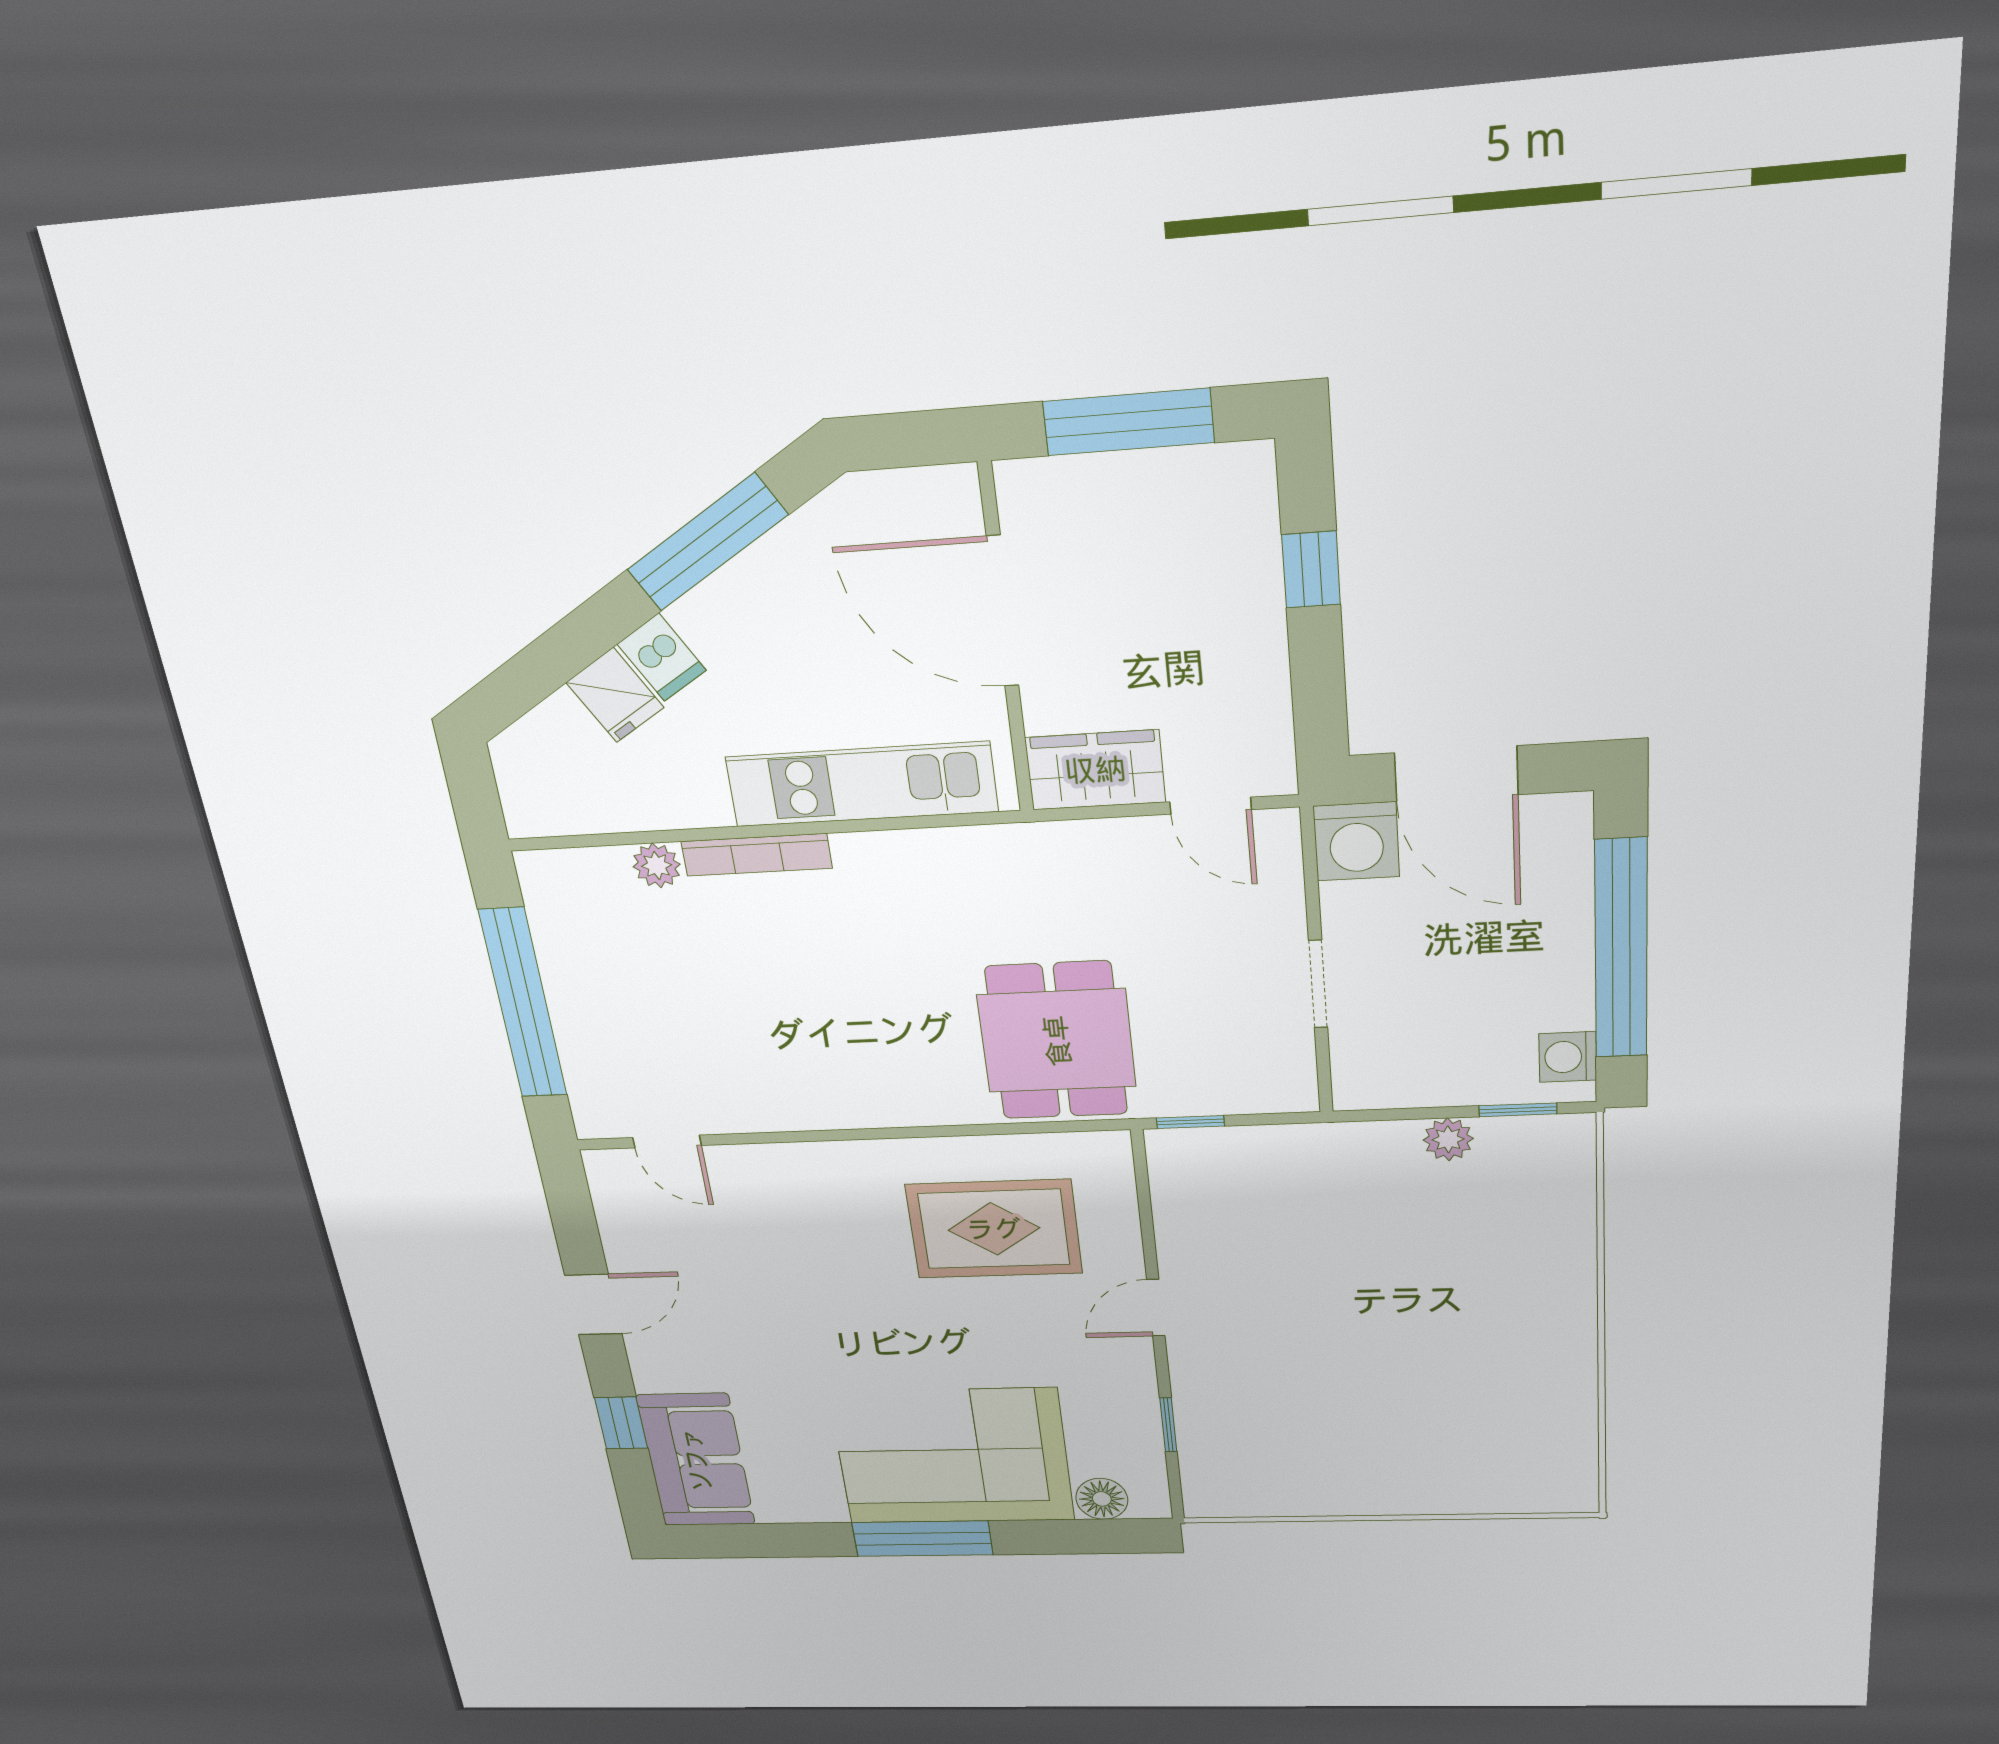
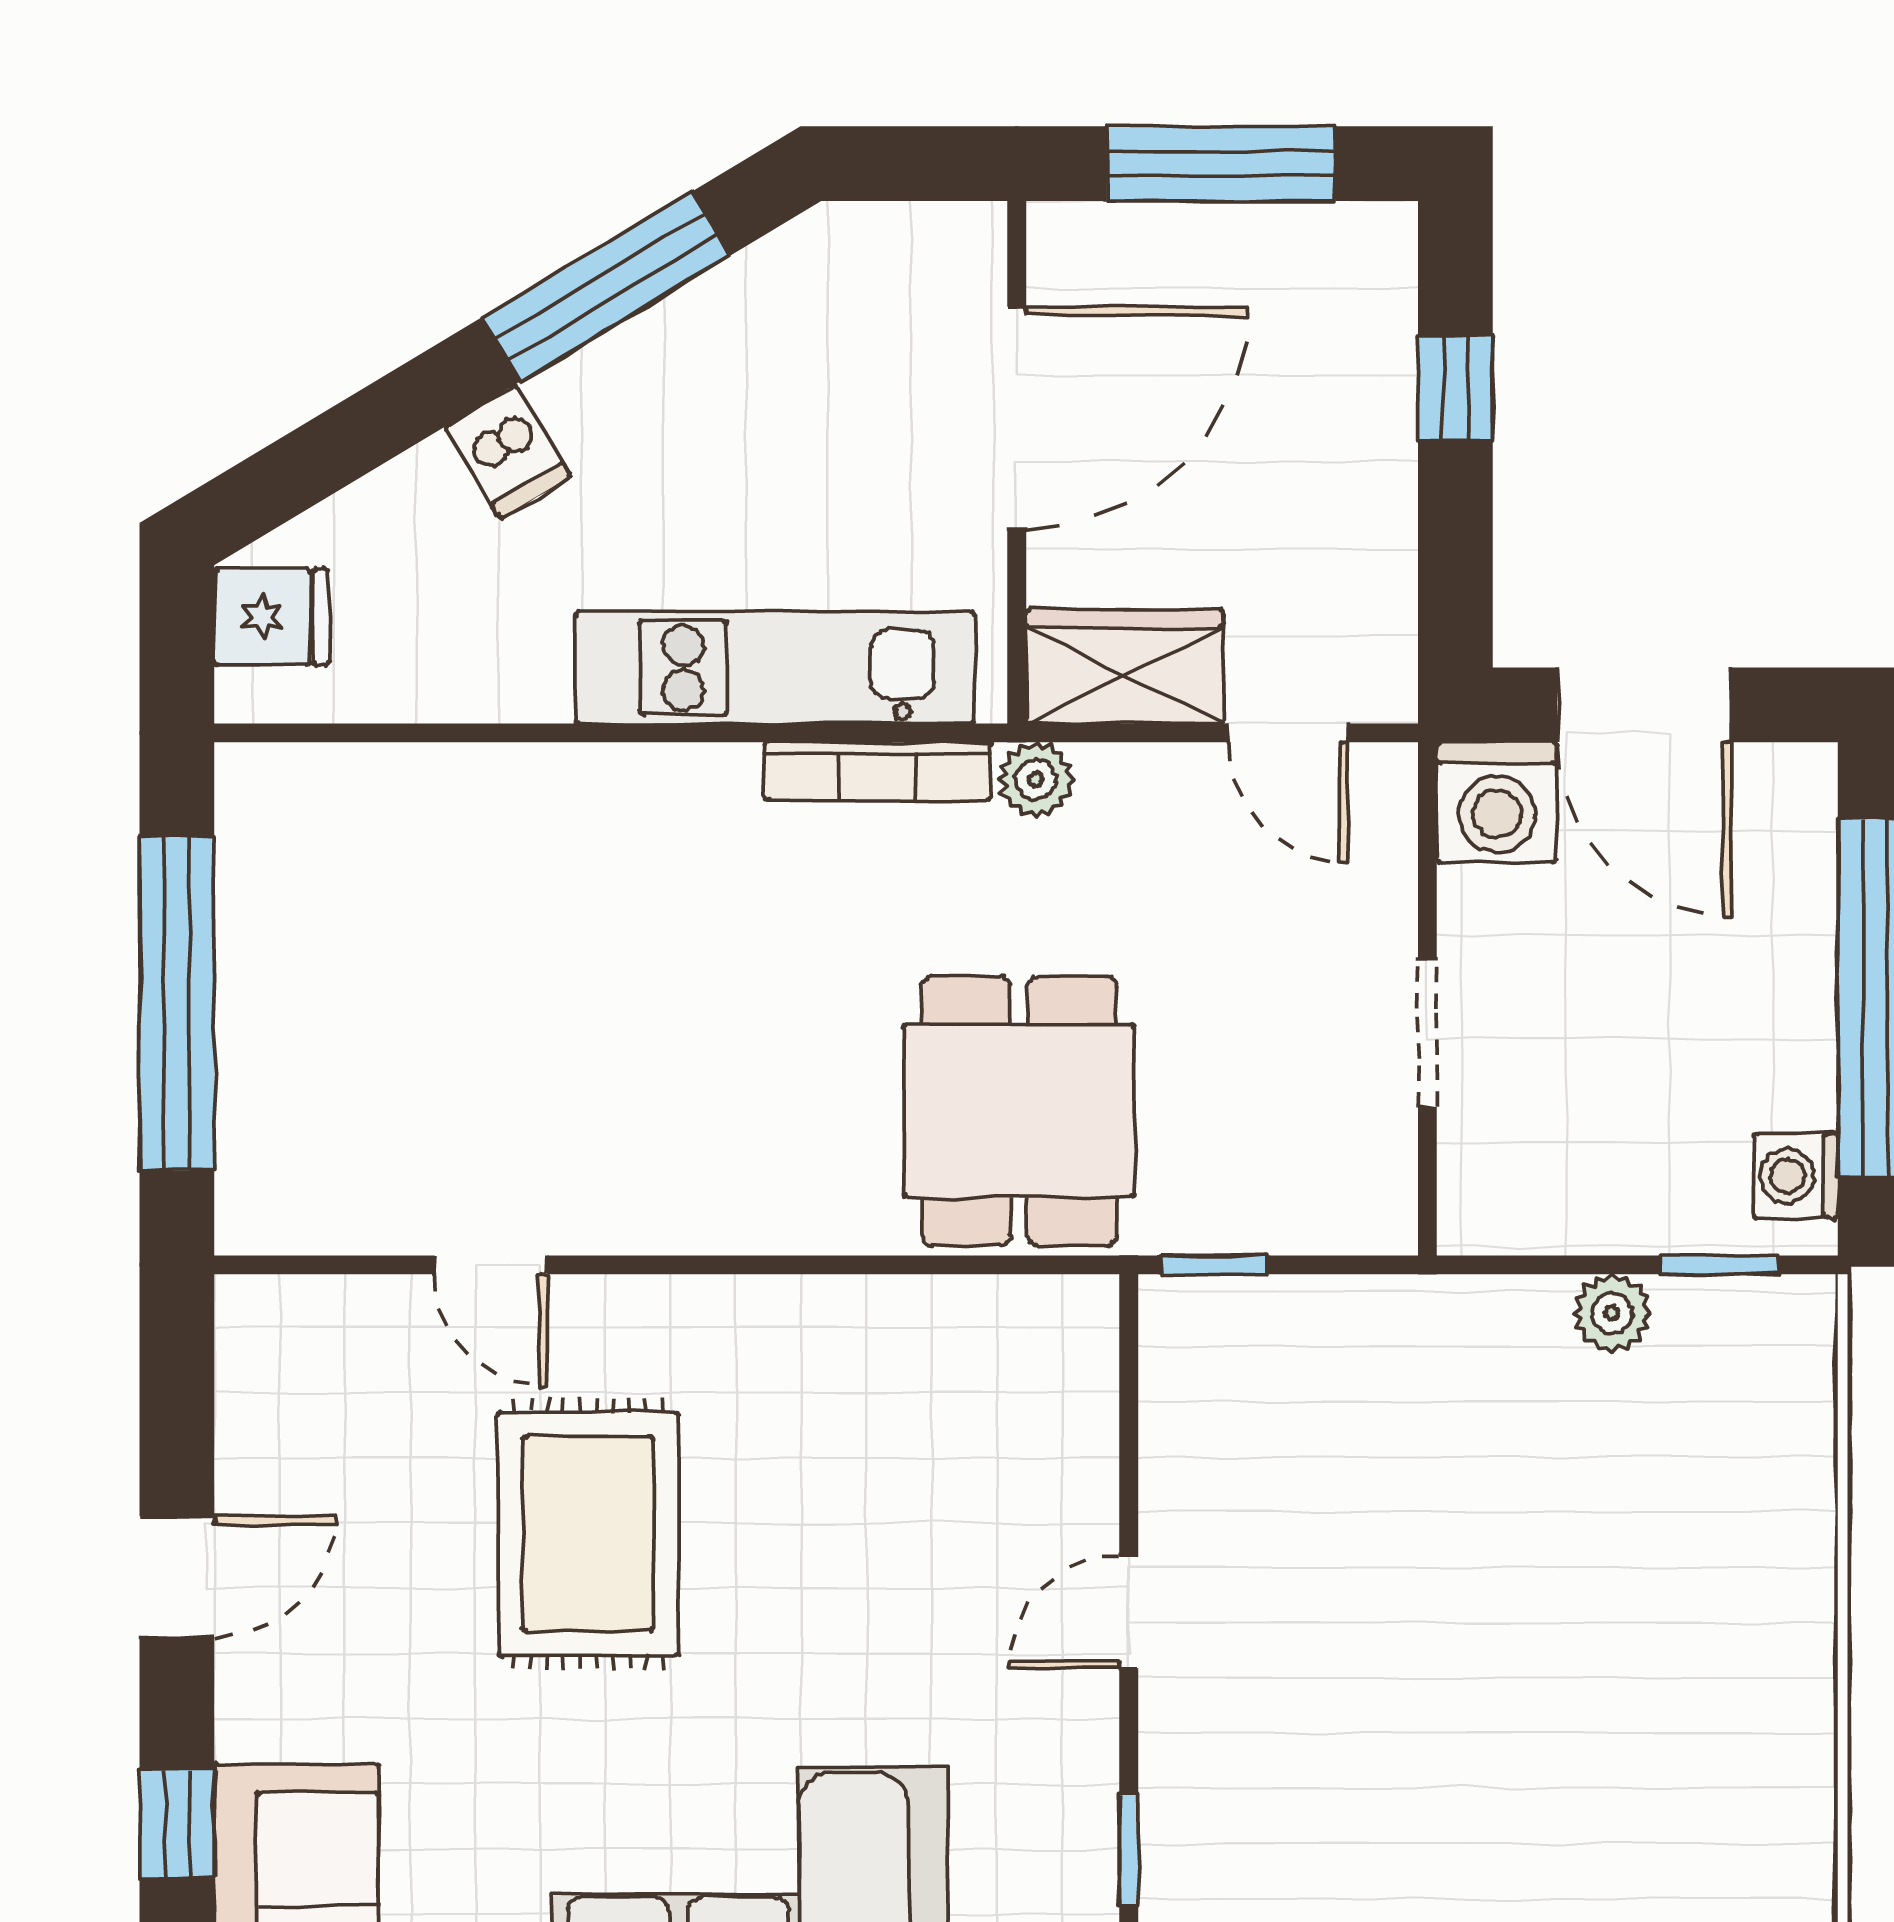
door: (1003, 611) -> (1017, 418), swing flipped
fridge: (615, 695) -> (271, 617), moved, turned -59
bookcase: (756, 855) -> (878, 771), moved
plant: (657, 865) -> (1036, 780), moved
door: (667, 1141) -> (491, 1265), moved
rug: (994, 1229) -> (588, 1534), moved, turned 90

